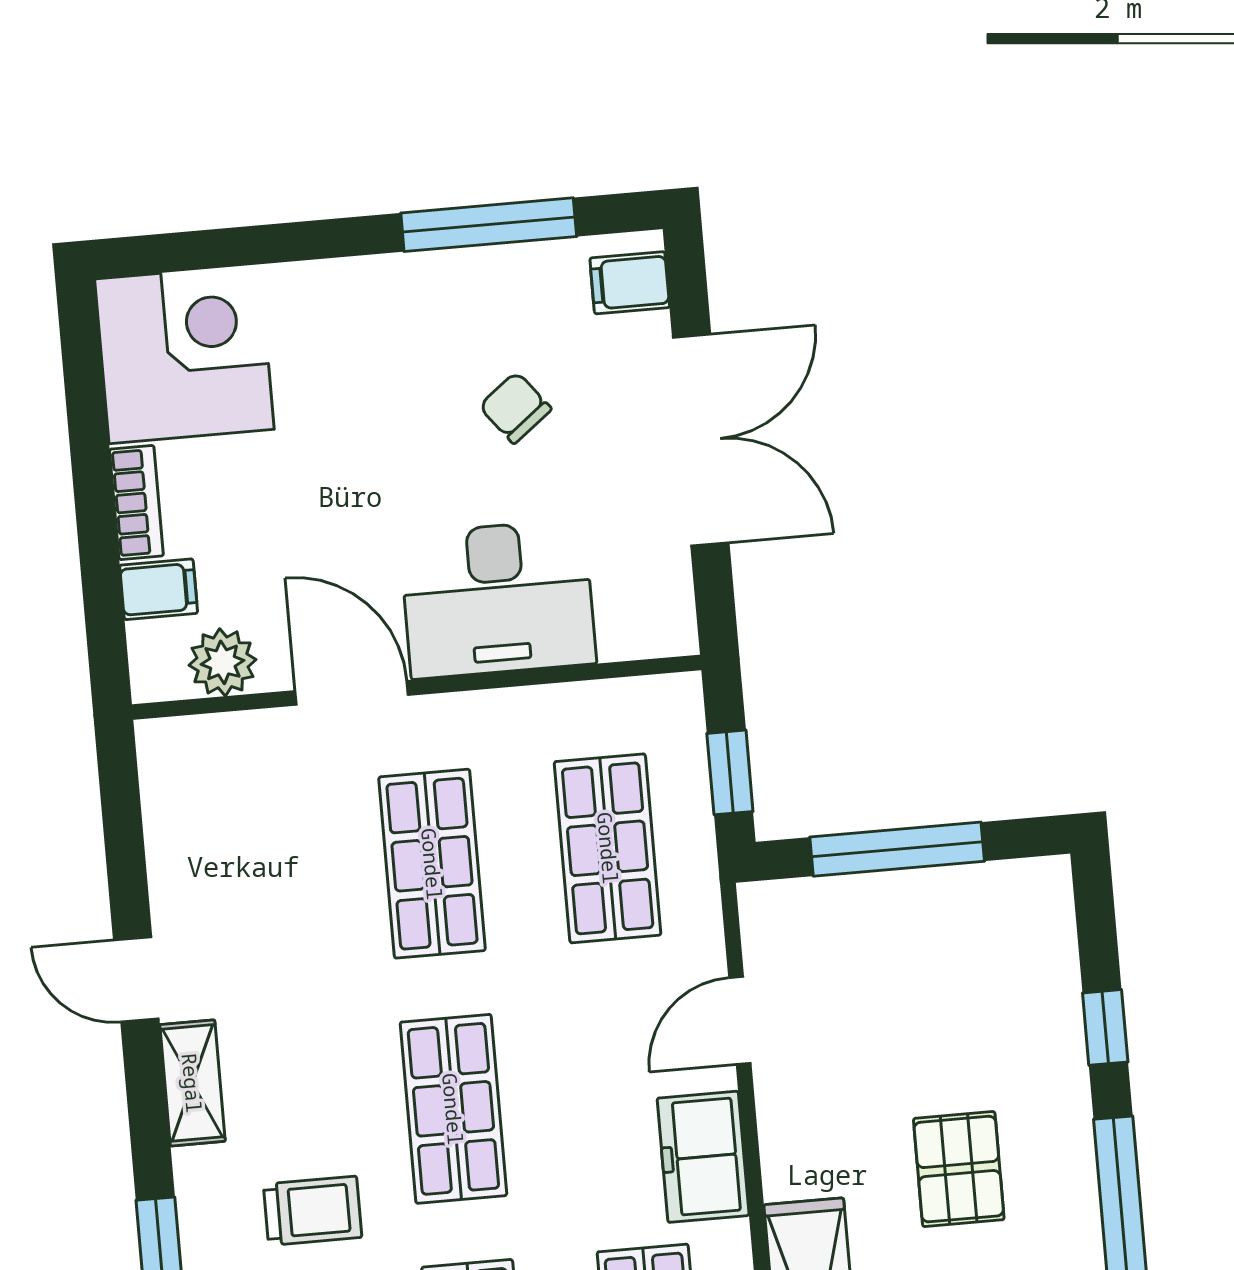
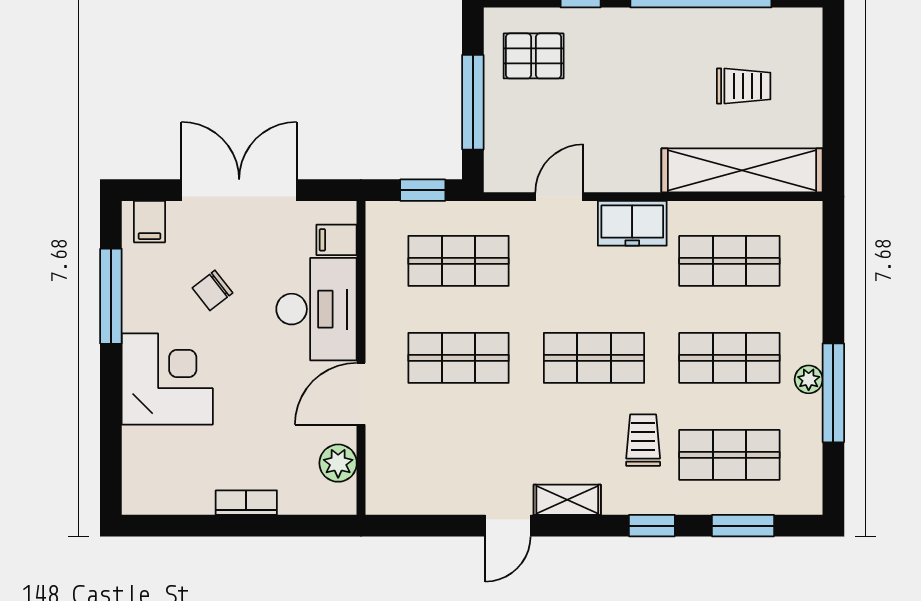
corner desk: (184, 354) -> (167, 379), moved, turned 90
filing cabinet: (159, 589) -> (337, 240), moved, turned -90
door: (740, 1021) -> (559, 197), swing flipped
pallet: (959, 1169) -> (534, 56), moved

